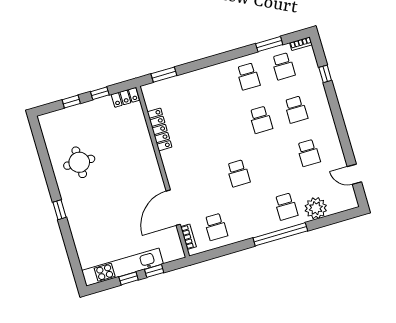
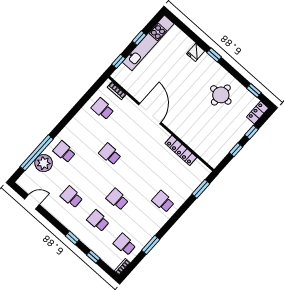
window: (269, 44) -> (151, 245), moved
school desk: (248, 76) -> (163, 201), moved
locker: (125, 97) -> (258, 112), moved
window: (335, 108) -> (72, 238), added
window: (41, 145) -> (254, 90), added
door: (173, 208) -> (150, 114), moved
fridge: (78, 225) -> (196, 52), added
window: (280, 234) -> (37, 153), moved
window: (154, 271) -> (118, 61), moved

